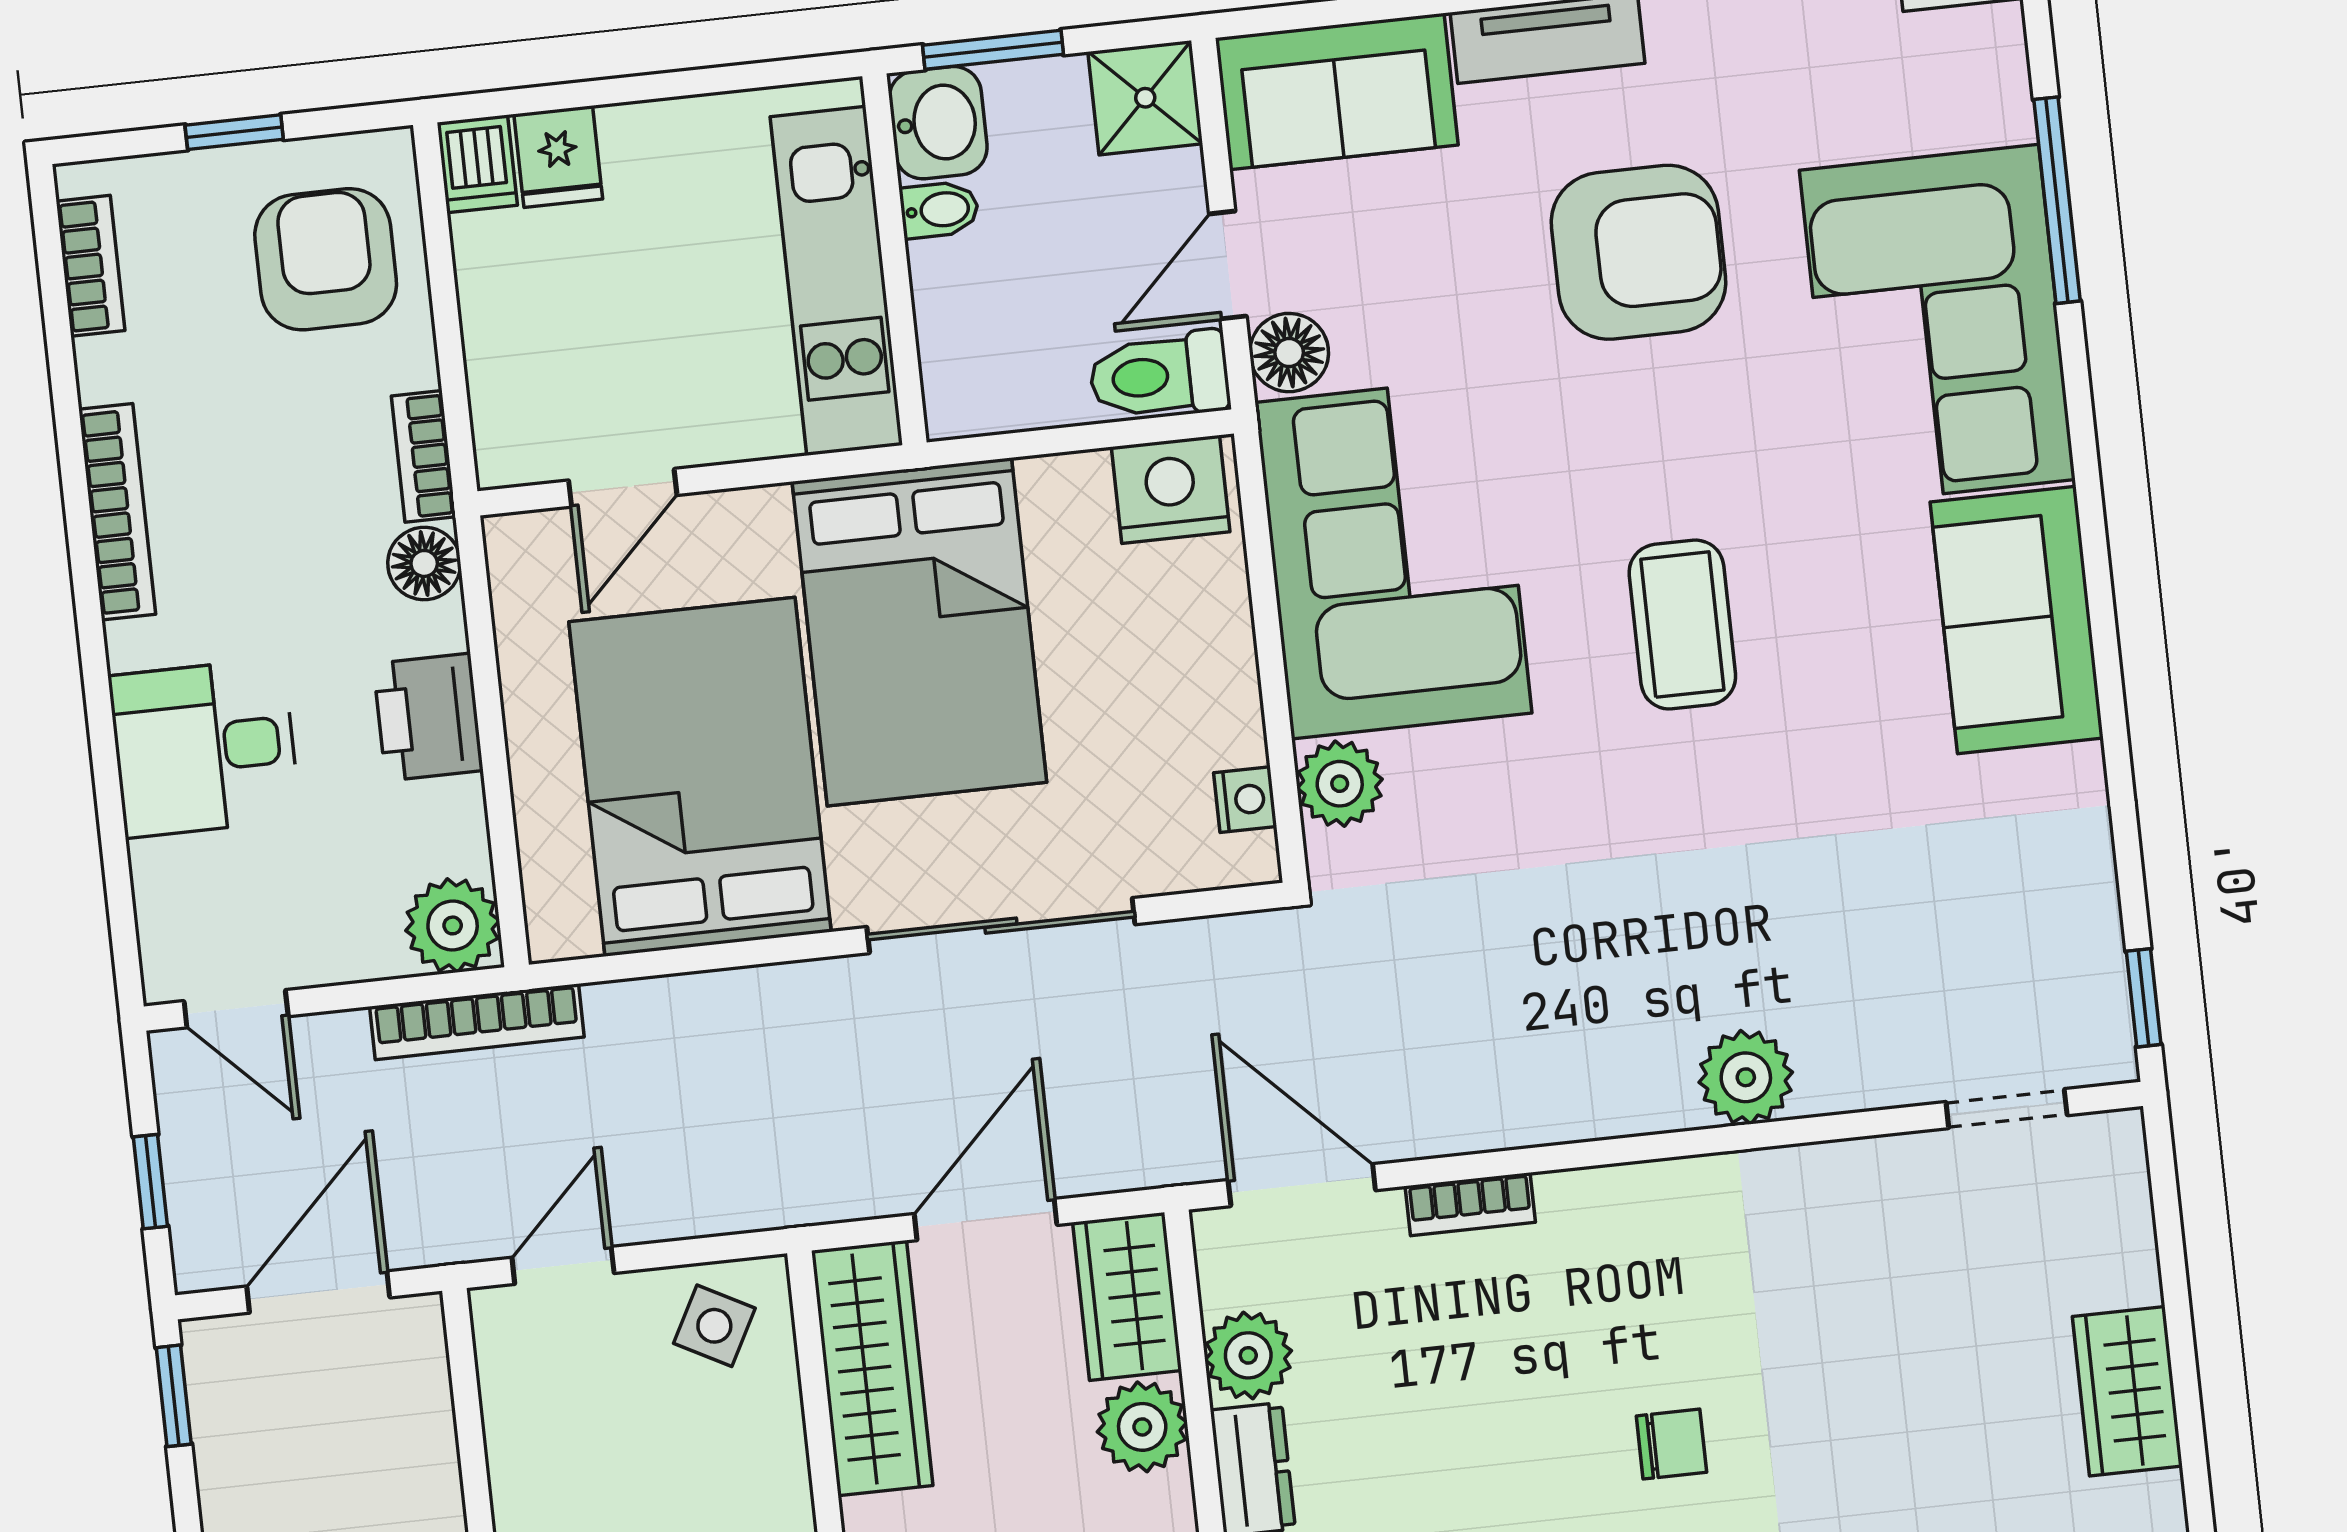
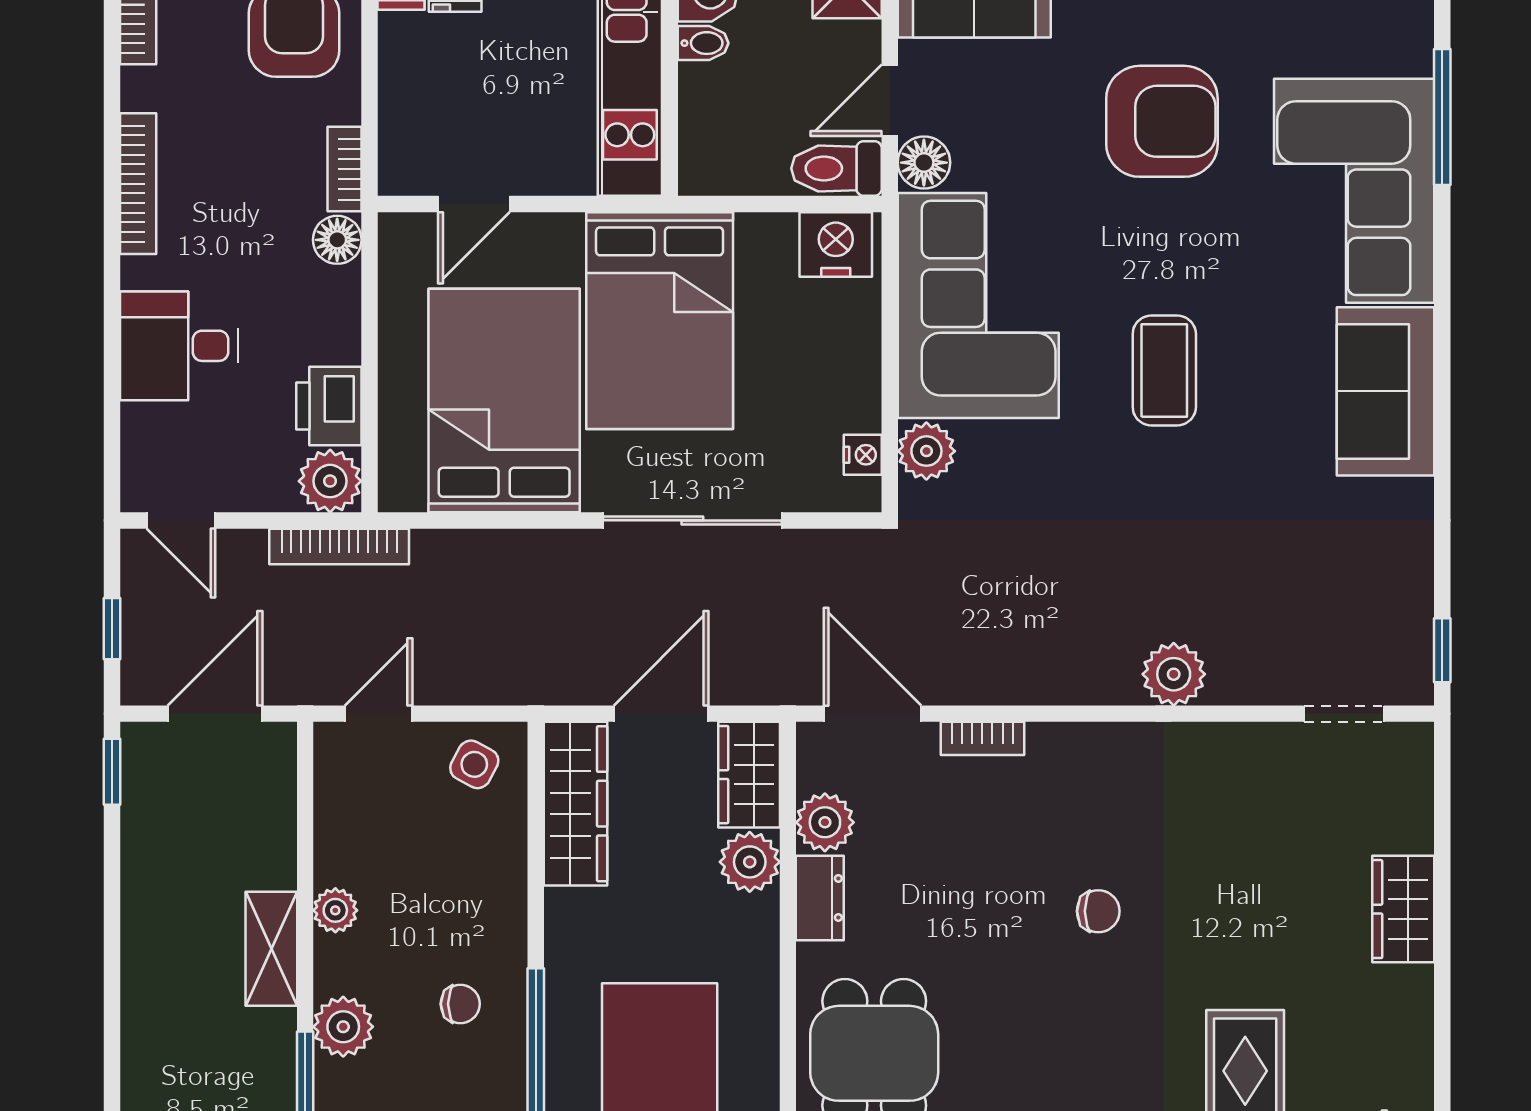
printer: (428, 717) -> (329, 406), moved

